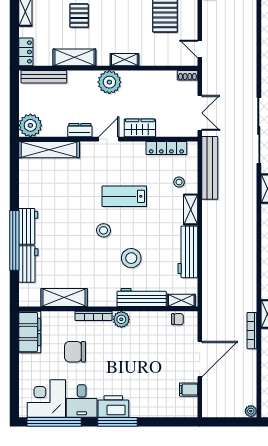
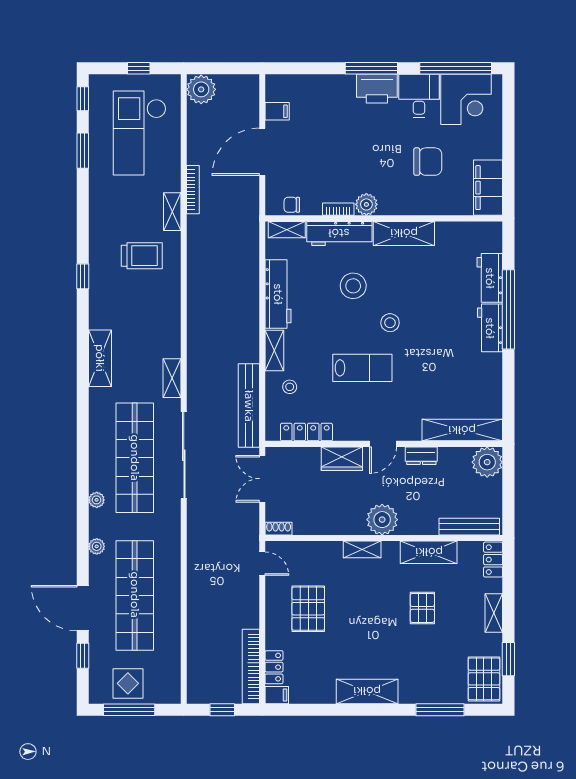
shelving: (64, 298) -> (404, 233), moved
bookcase: (93, 316) -> (338, 209), moved, width x0.64
plant: (251, 411) -> (201, 89), width x1.88, depth x1.88

